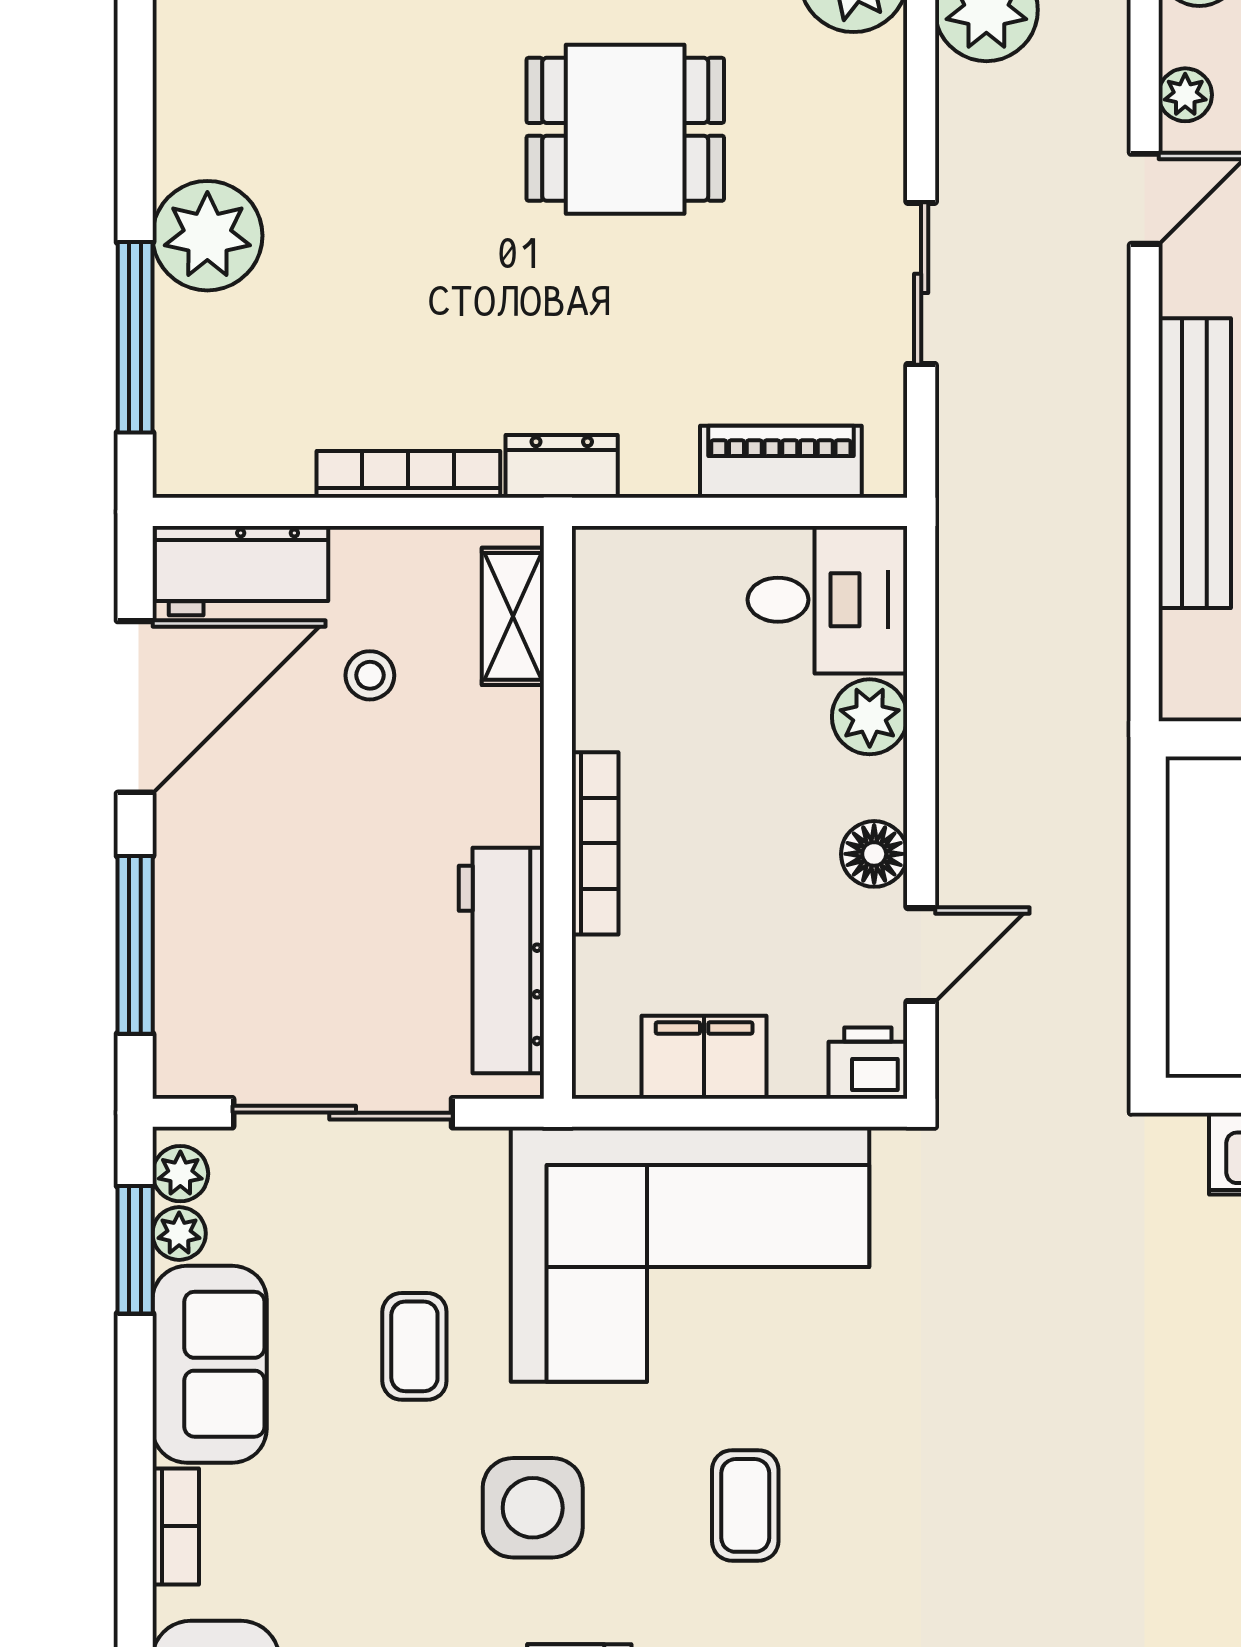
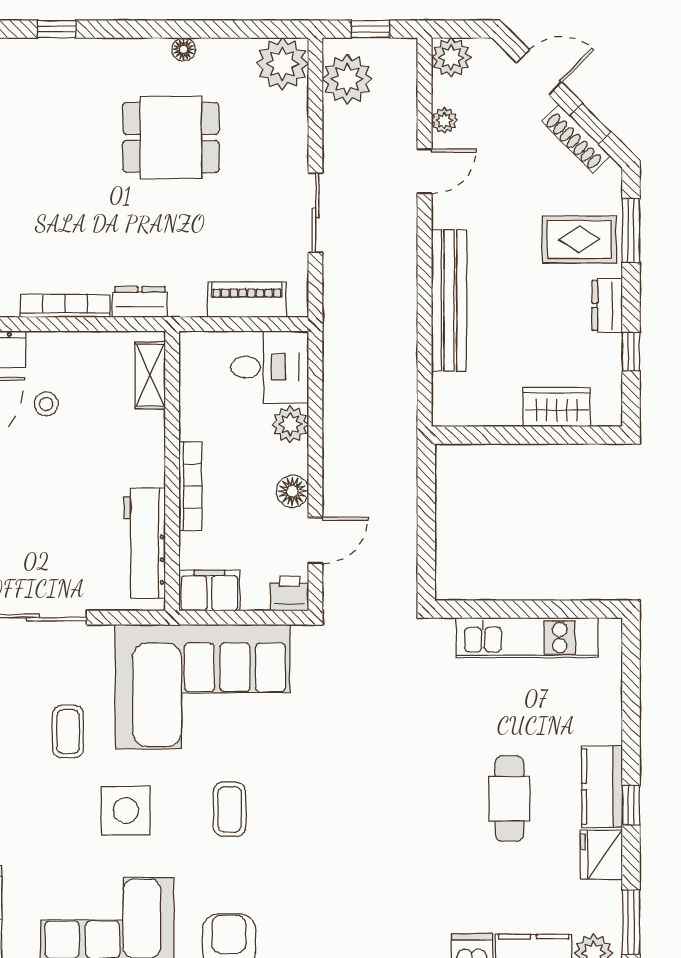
shelving: (513, 616) -> (150, 375), moved
wall: (558, 812) -> (172, 471), moved
bookcase: (595, 843) -> (190, 486), moved
workbench: (501, 960) -> (145, 543), moved

